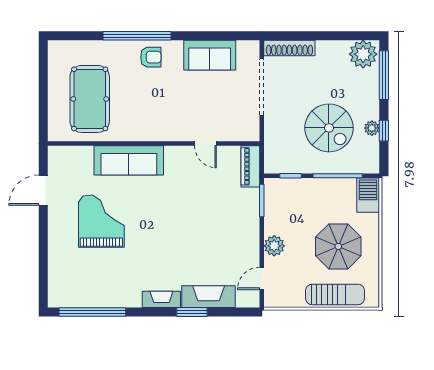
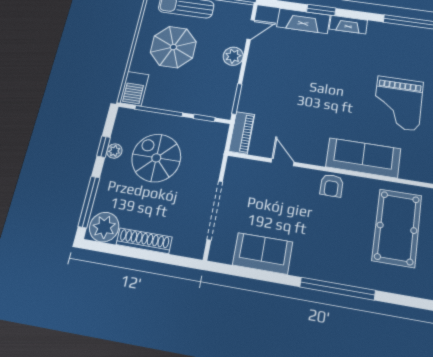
shoe rack: (289, 48) -> (144, 241), moved
armchair: (151, 57) -> (332, 186), moved, turned -90

